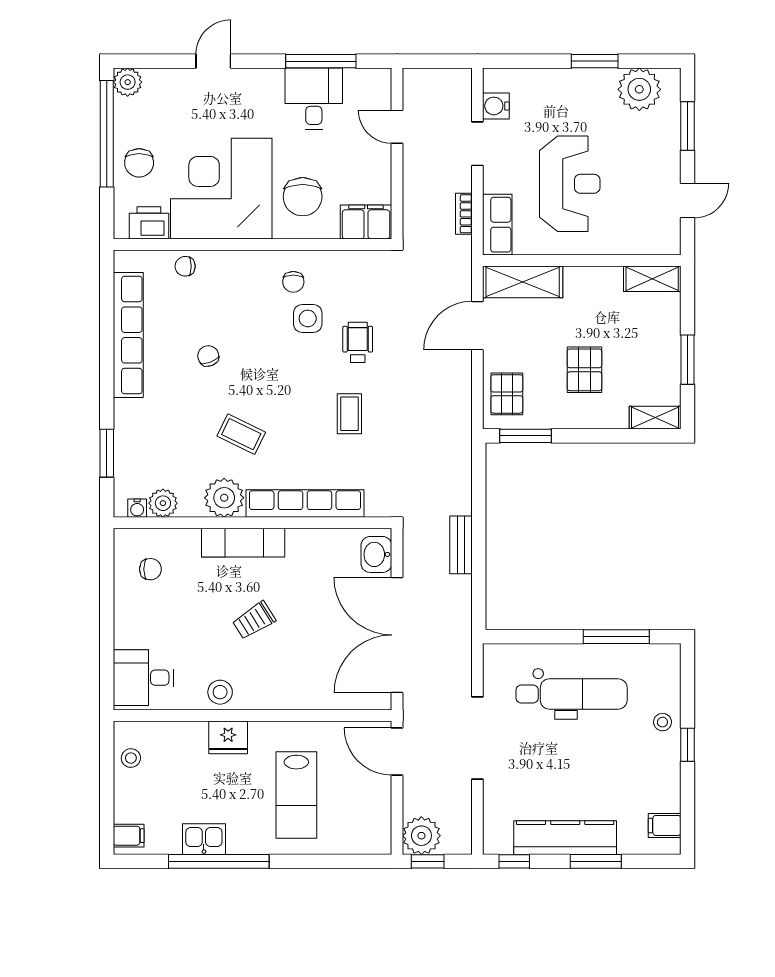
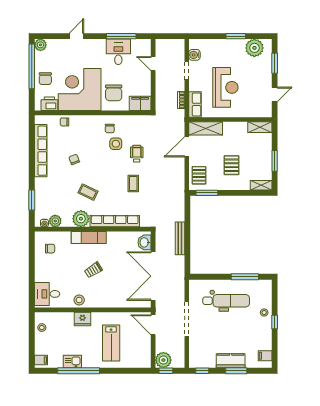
bench: (461, 545) -> (180, 238), width x1.36
kitchen counter: (565, 838) -> (231, 361), width x0.67

